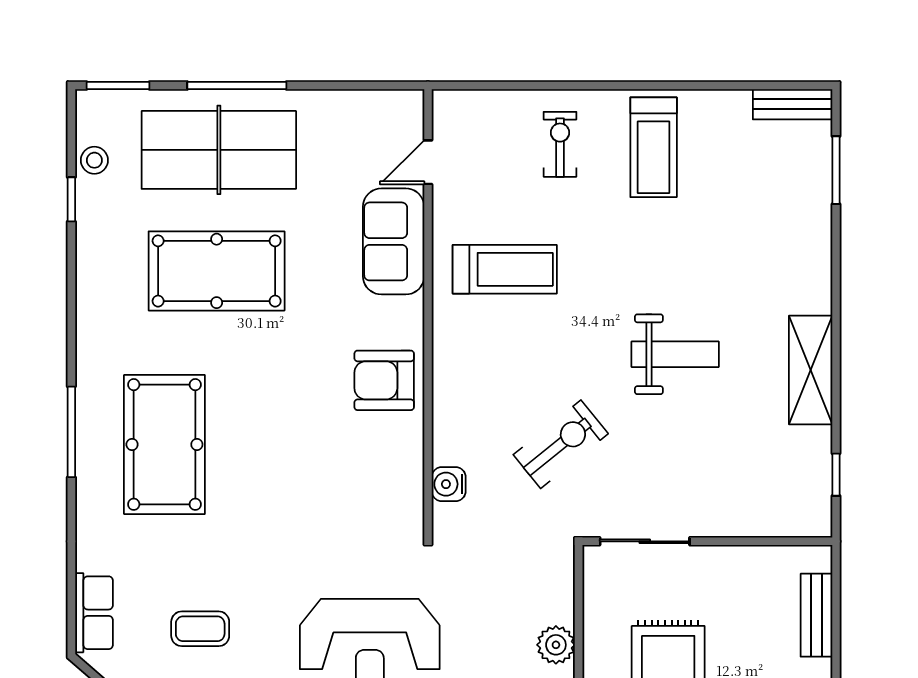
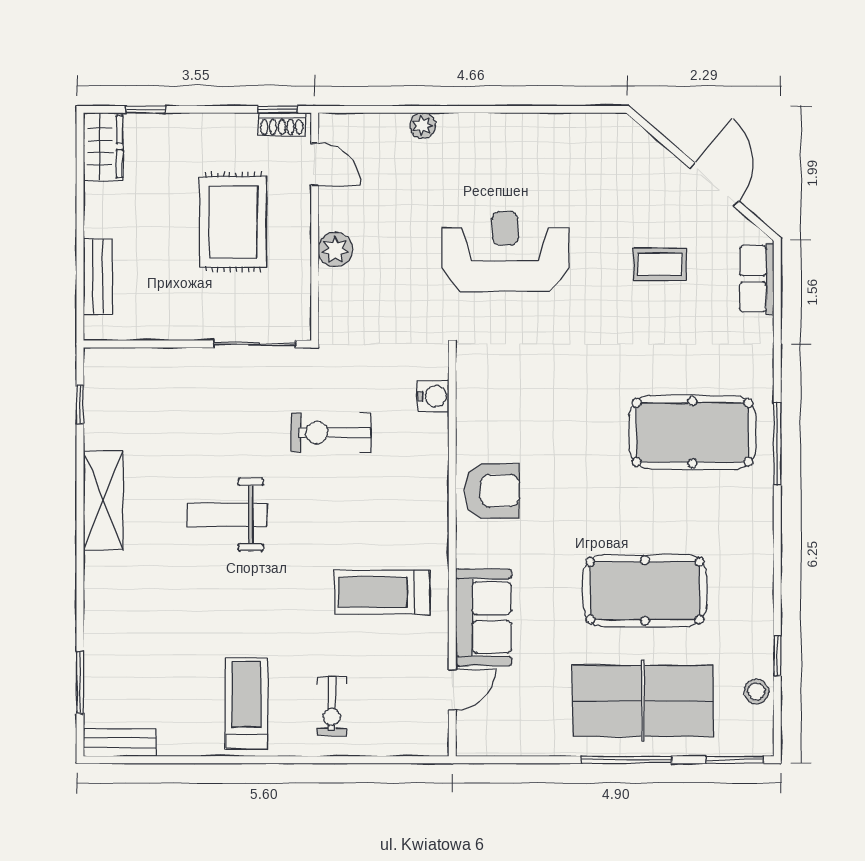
pool table: (164, 444) -> (692, 432), turned 90
exercise bike: (561, 444) -> (331, 433), turned 39

